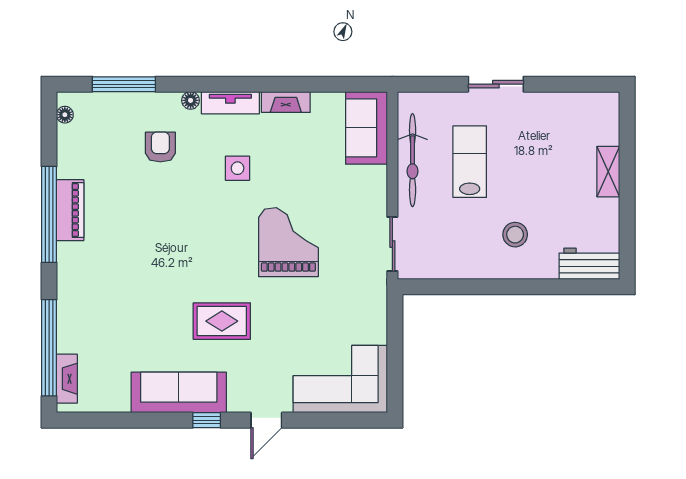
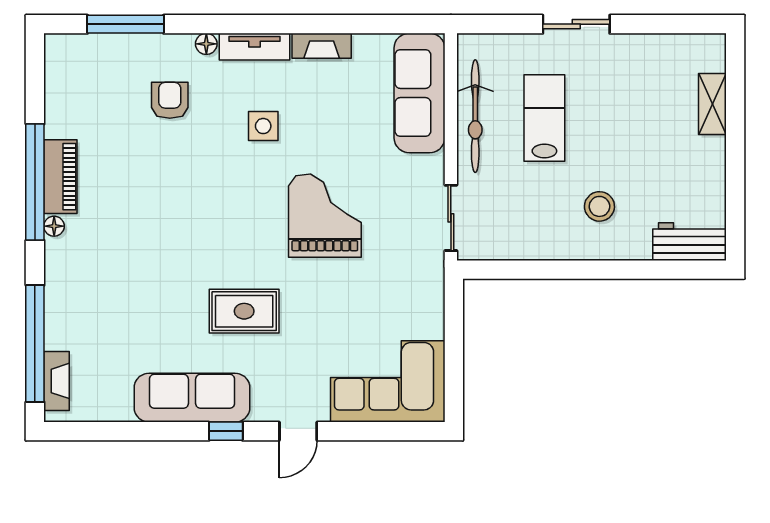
floor lamp: (65, 115) -> (54, 226), moved
sofa: (367, 128) -> (419, 93), width x1.36
shelving: (608, 172) -> (712, 104), moved

